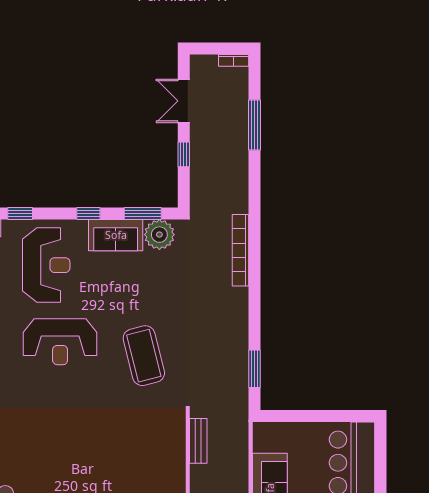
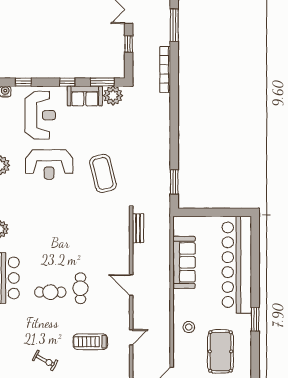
bookcase: (241, 250) -> (165, 69), moved

